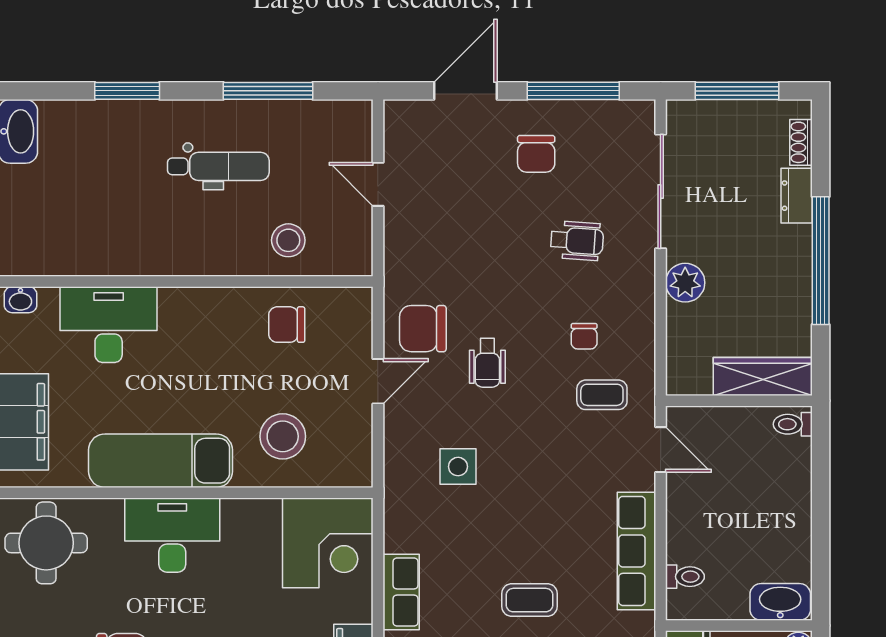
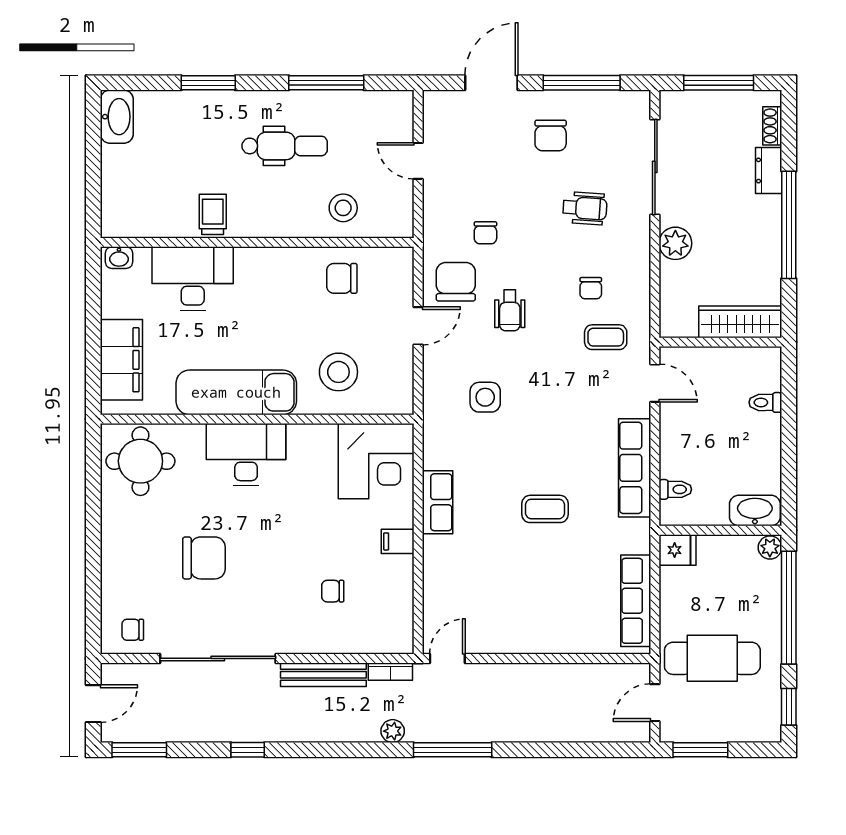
trolley: (132, 248) -> (213, 214), added
chair: (458, 270) -> (485, 233), added
chair: (423, 329) -> (456, 282), turned 90
toilet: (793, 424) -> (765, 402), moved

